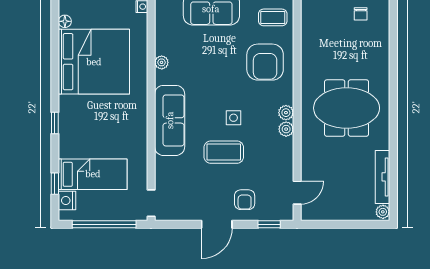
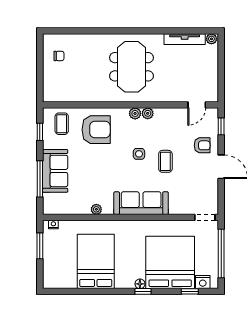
floor lamp: (65, 21) -> (140, 284), moved
bed: (94, 62) -> (96, 261), width x0.73
coffee table: (224, 152) -> (165, 161), width x0.73, depth x0.77
bed: (93, 174) -> (170, 262), width x2.04
door: (297, 193) -> (197, 105), swing flipped

